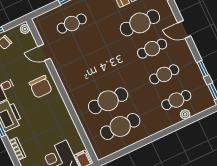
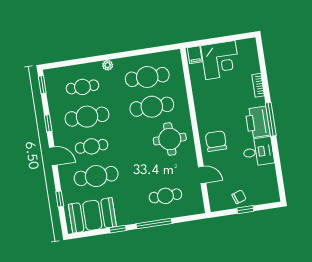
plant: (25, 29) -> (215, 204), removed
window: (203, 69) -> (48, 123), moved
cafe table: (164, 74) -> (87, 117), width x1.37, depth x1.35
round table: (83, 76) -> (170, 139), added
plant: (185, 114) -> (108, 65), moved

